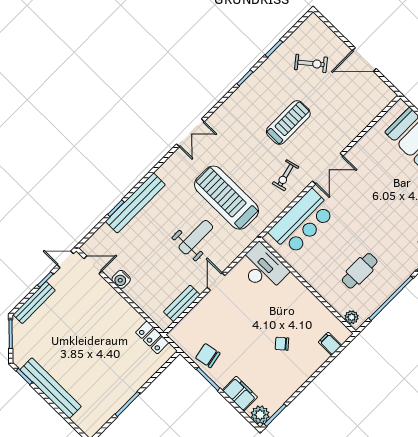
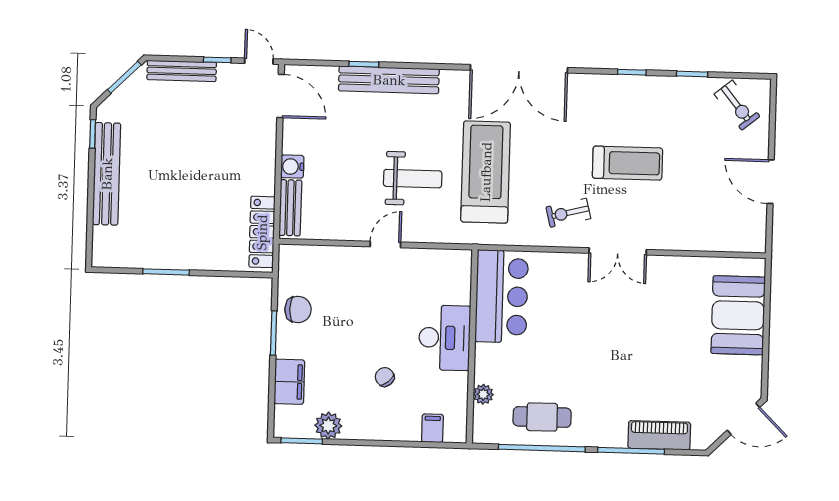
exercise bike: (311, 63) -> (737, 105), moved
double door: (190, 133) -> (519, 69), width x1.87
bar counter: (302, 222) -> (502, 296), moved, turned -90
door: (93, 265) -> (281, 96), width x1.38
desk: (263, 268) -> (445, 338), moved
cafe table: (360, 271) -> (542, 417), moved
water cooler: (121, 279) -> (292, 167), moved
bench: (182, 303) -> (290, 208), moved, turned 90
plant: (352, 317) -> (483, 394), moved
locker: (152, 337) -> (262, 232), width x1.53
chair: (208, 356) -> (298, 310), turned 101
plant: (260, 415) -> (328, 426), moved

